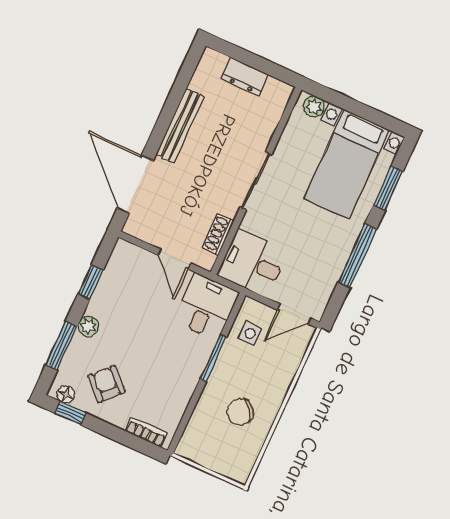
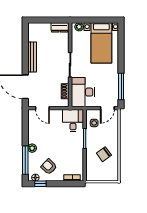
dresser: (245, 77) -> (60, 27), moved
window: (388, 188) -> (121, 45), removed
window: (357, 255) -> (121, 87), moved
door: (174, 259) -> (42, 108), moved
desk: (253, 263) -> (83, 92), width x1.37
window: (91, 282) -> (25, 131), removed
window: (61, 346) -> (25, 160), width x1.44

